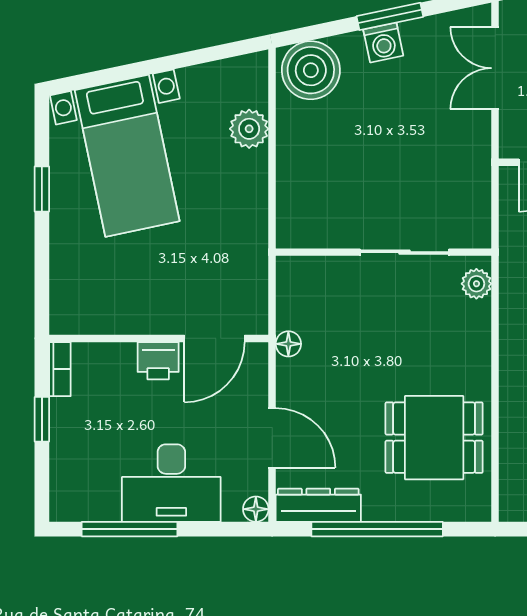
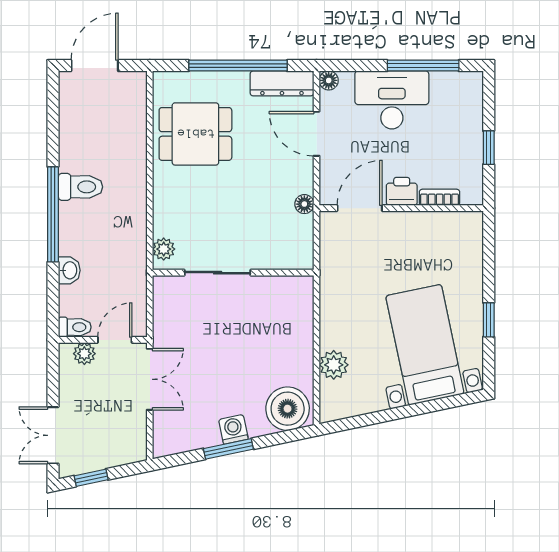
double door: (495, 68) -> (150, 379), moved
bookcase: (60, 369) -> (440, 197), moved, turned 90

